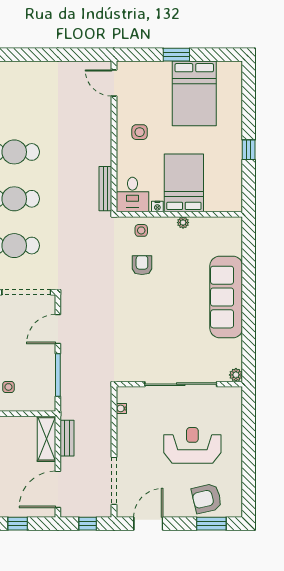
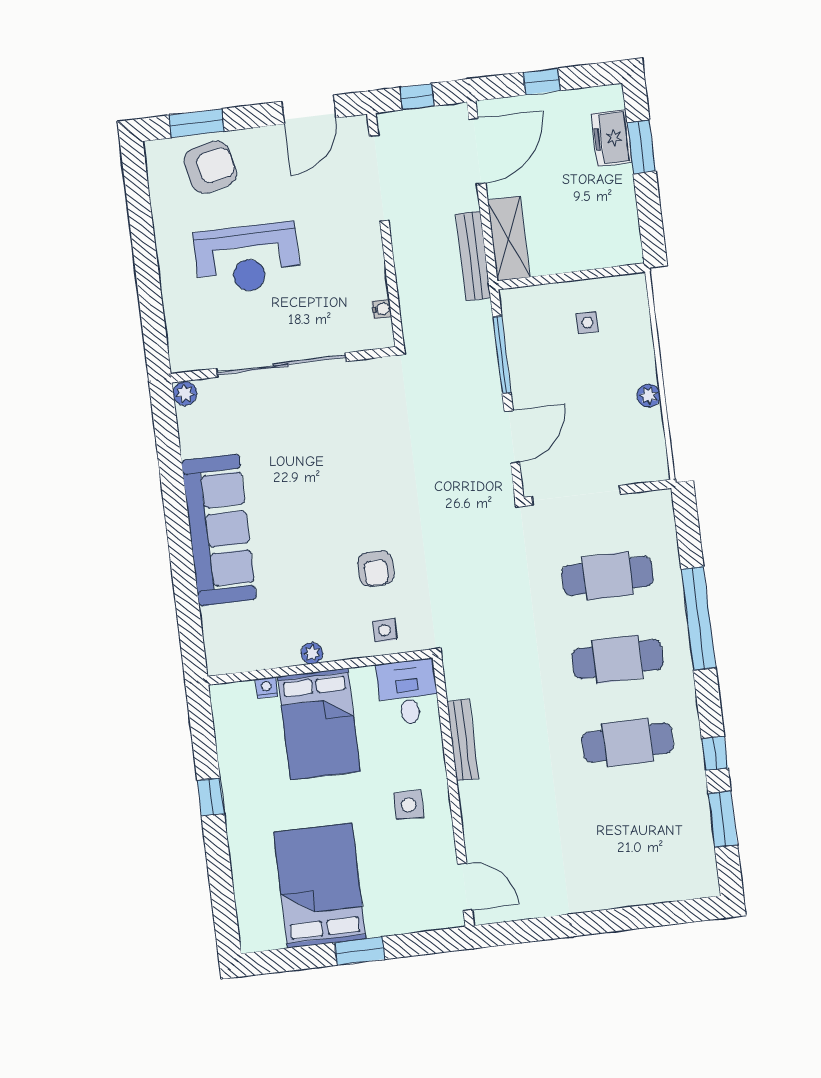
bench: (105, 189) -> (463, 740), moved
nightstand: (157, 207) -> (267, 688), moved
bench: (67, 438) -> (473, 256), width x1.36

